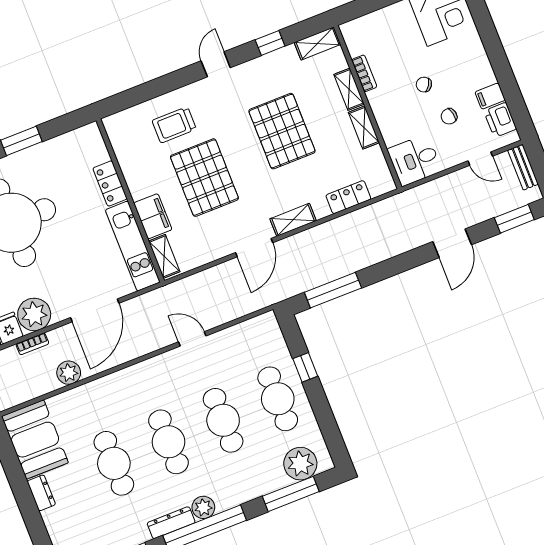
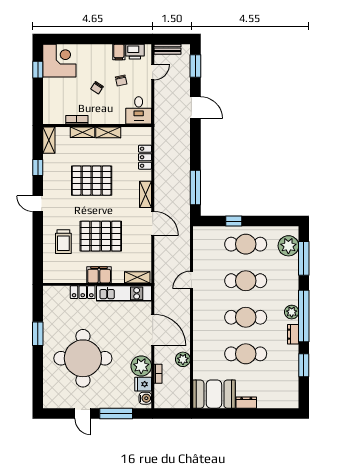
filing cabinet: (153, 216) -> (99, 275), moved
dresser: (171, 523) -> (293, 334), width x0.70

